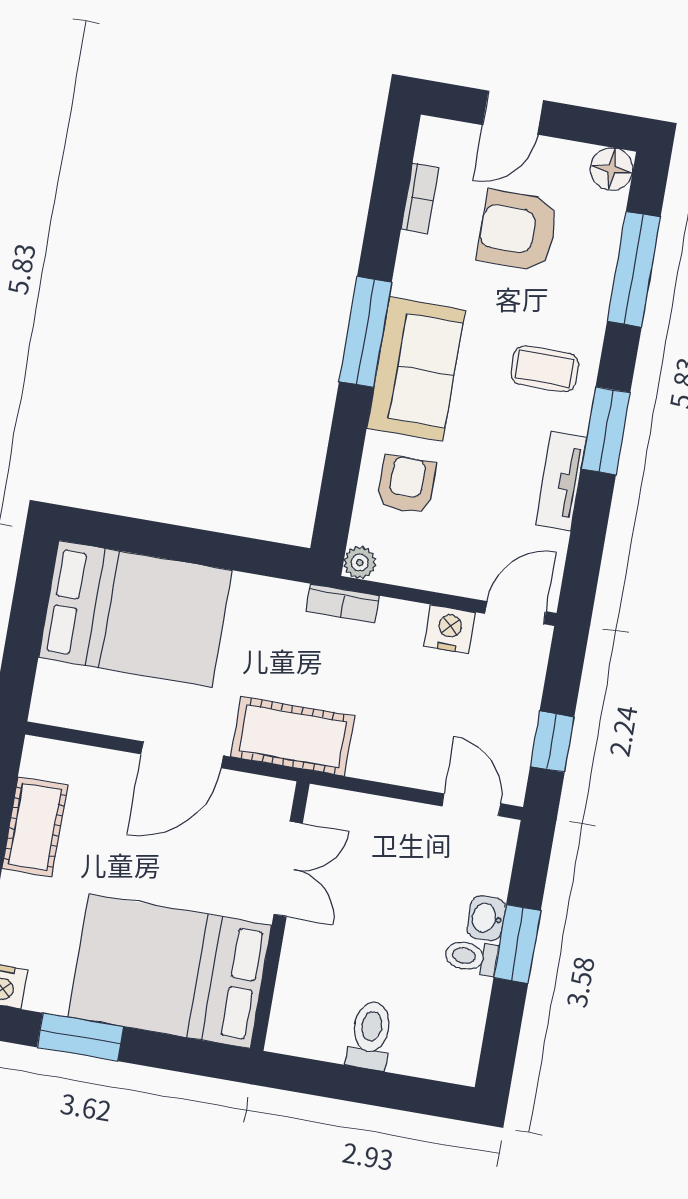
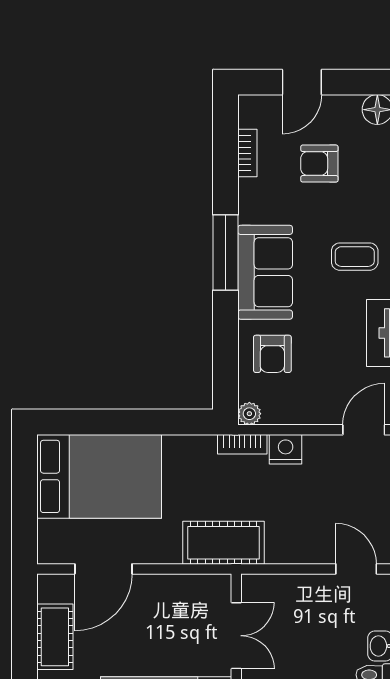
armchair: (518, 230) -> (319, 164), width x0.72, depth x0.72
armchair: (406, 485) -> (272, 354), turned 180
nightstand: (450, 629) -> (286, 449), moved
door: (182, 755) -> (103, 569), moved

